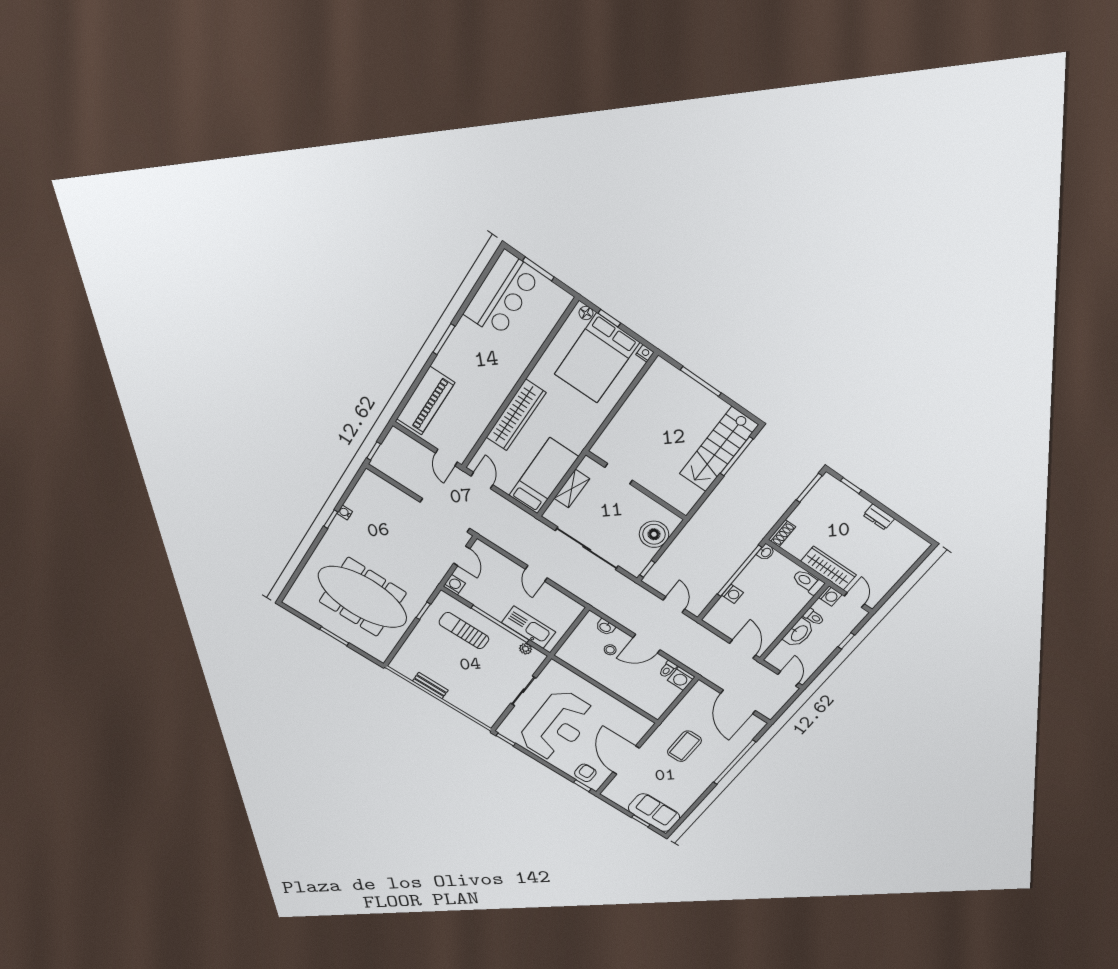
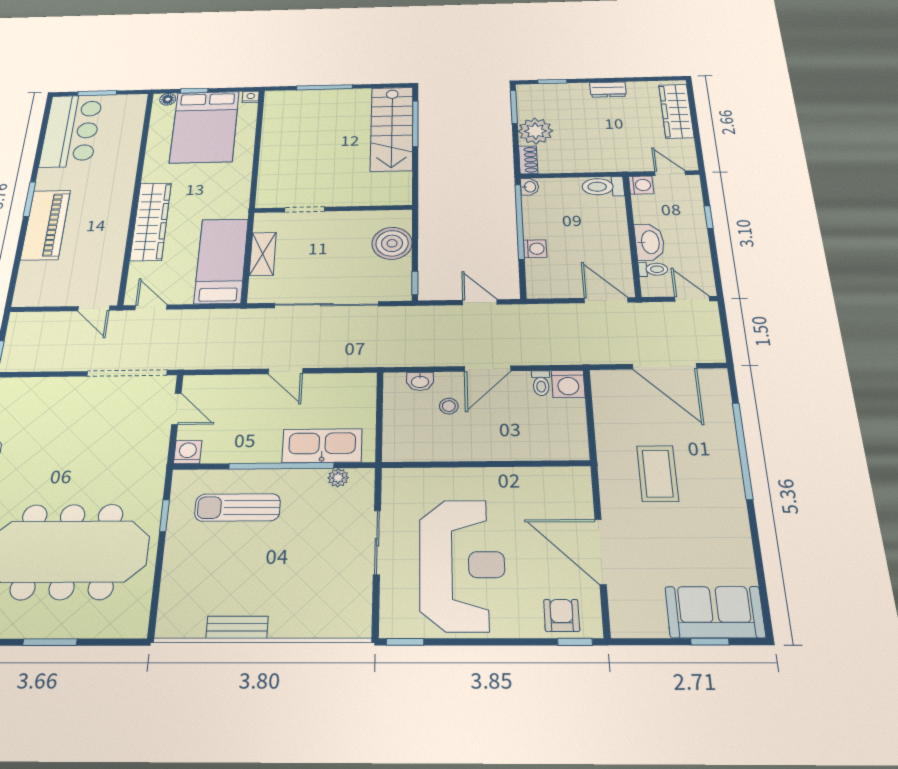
piano: (426, 401) -> (46, 225), moved
plant: (805, 516) -> (535, 131), added
wardrobe: (829, 568) -> (676, 111), moved, turned -90
toilet: (814, 617) -> (653, 269), moved

